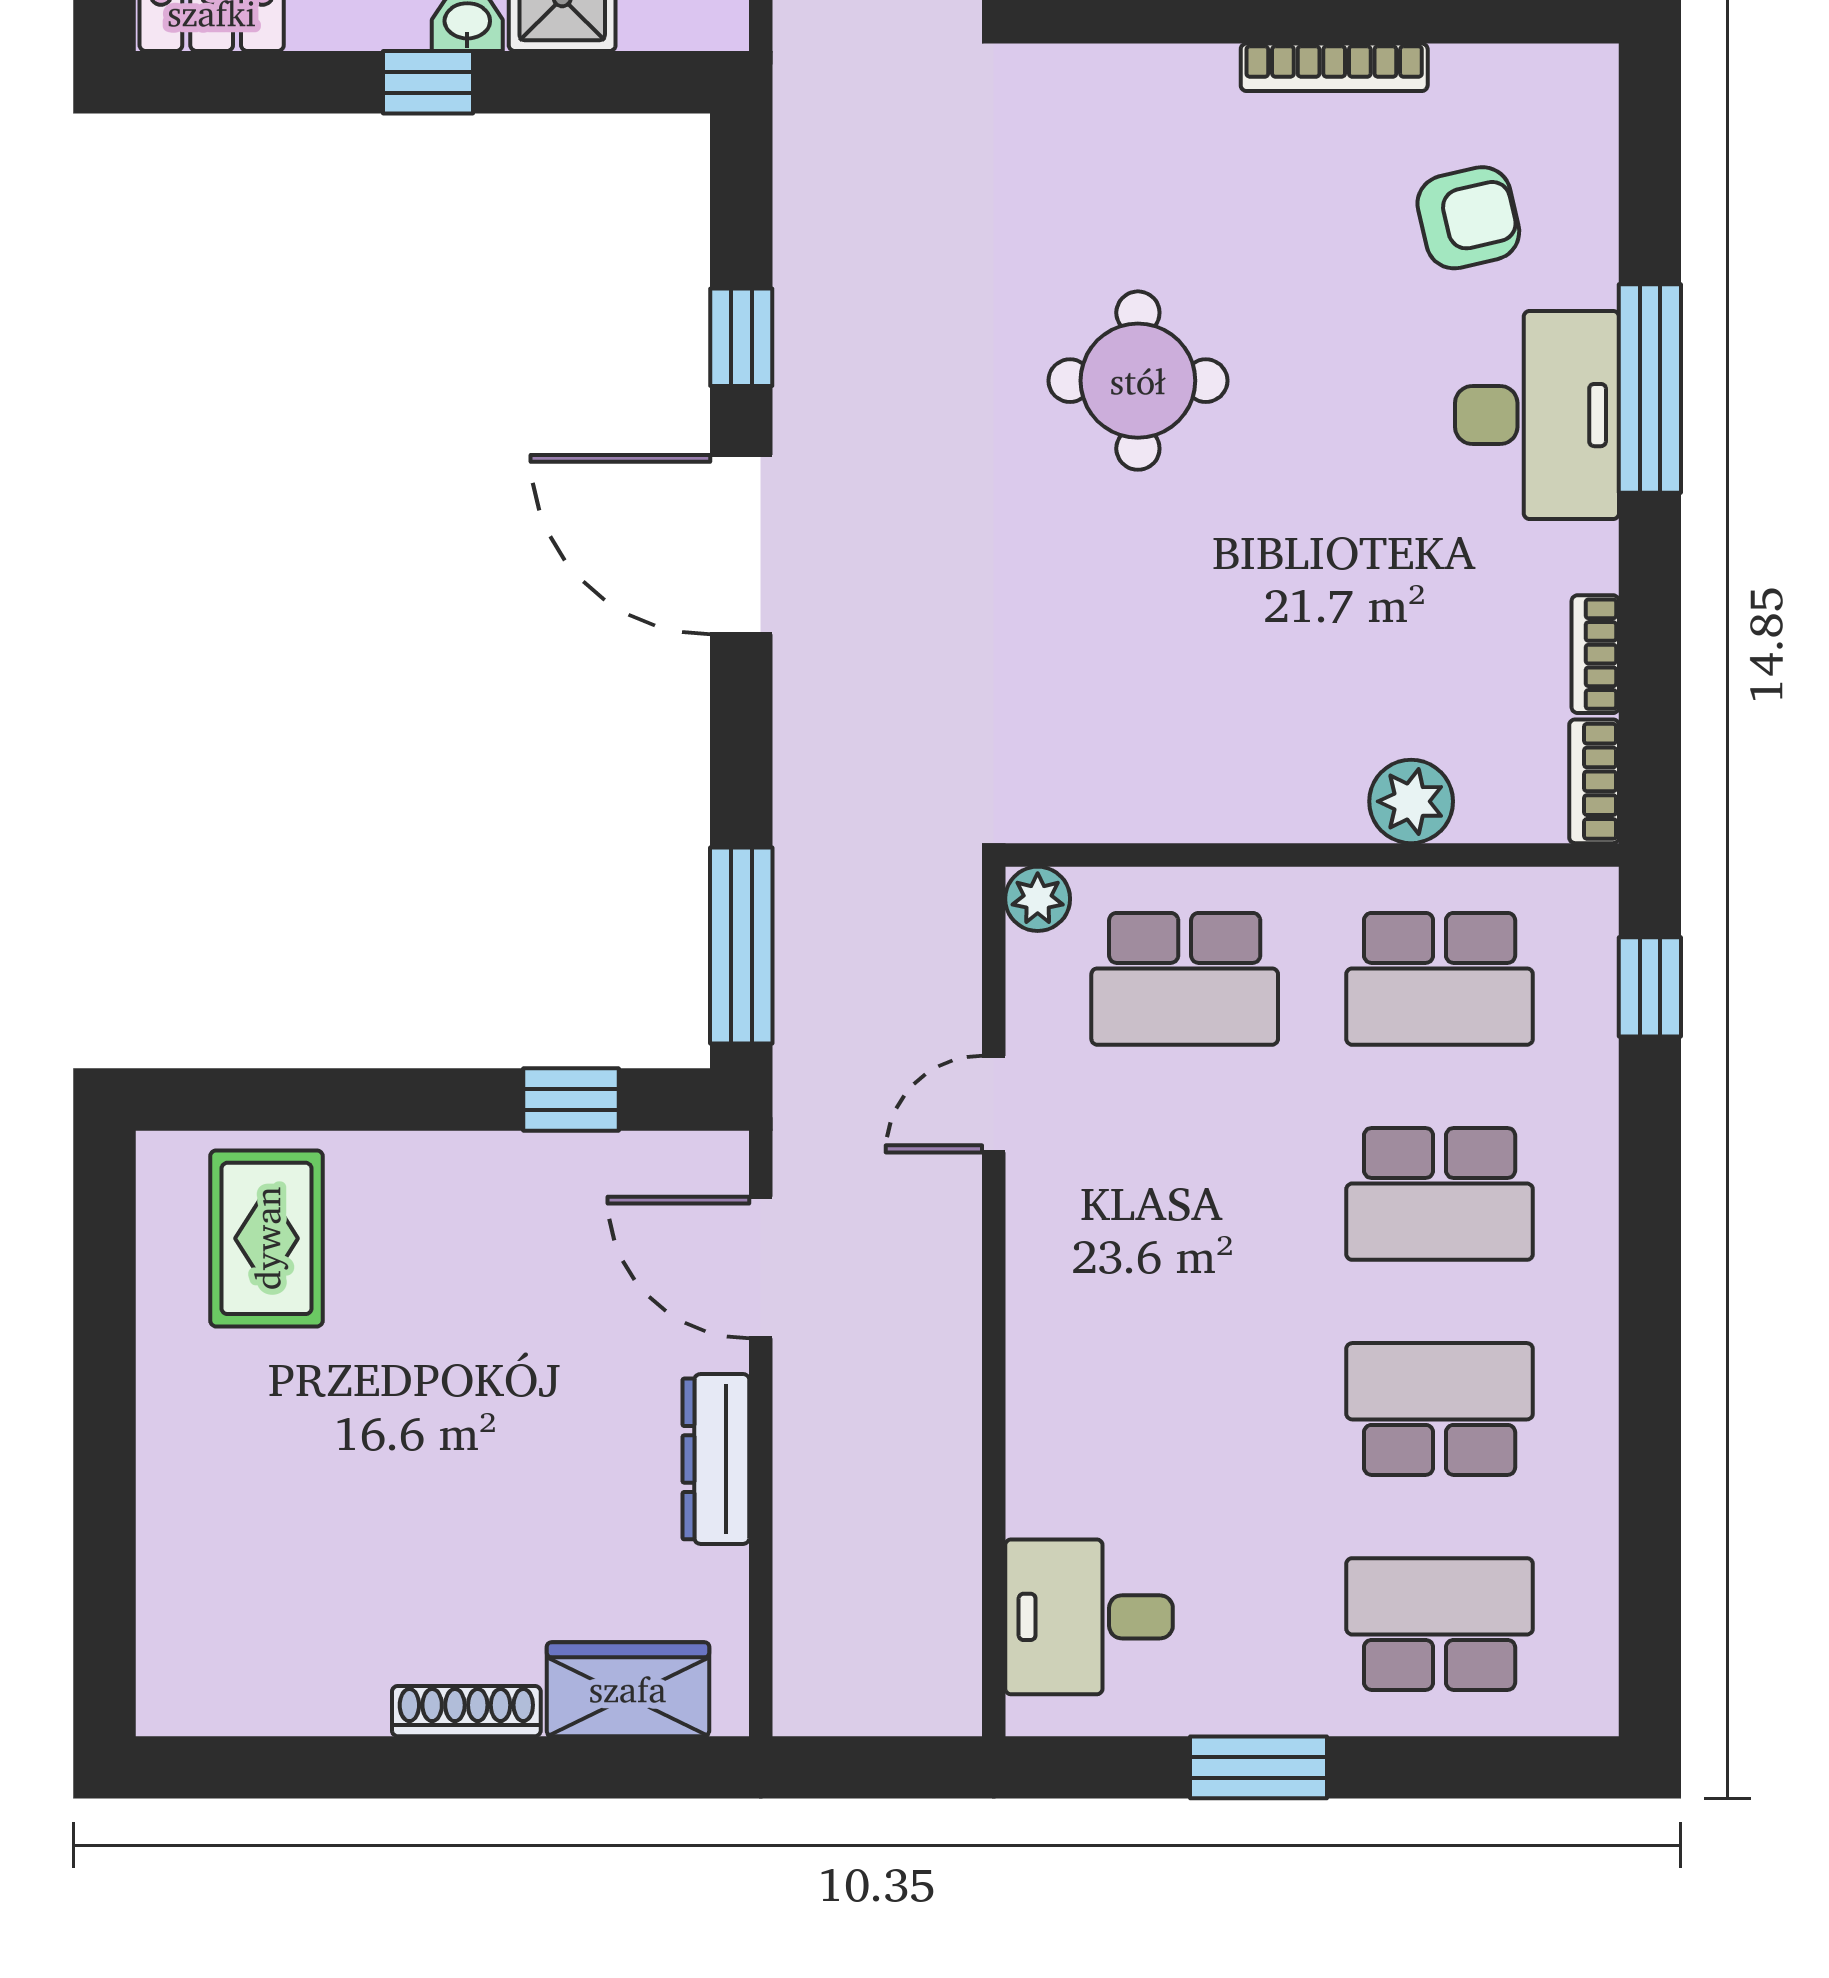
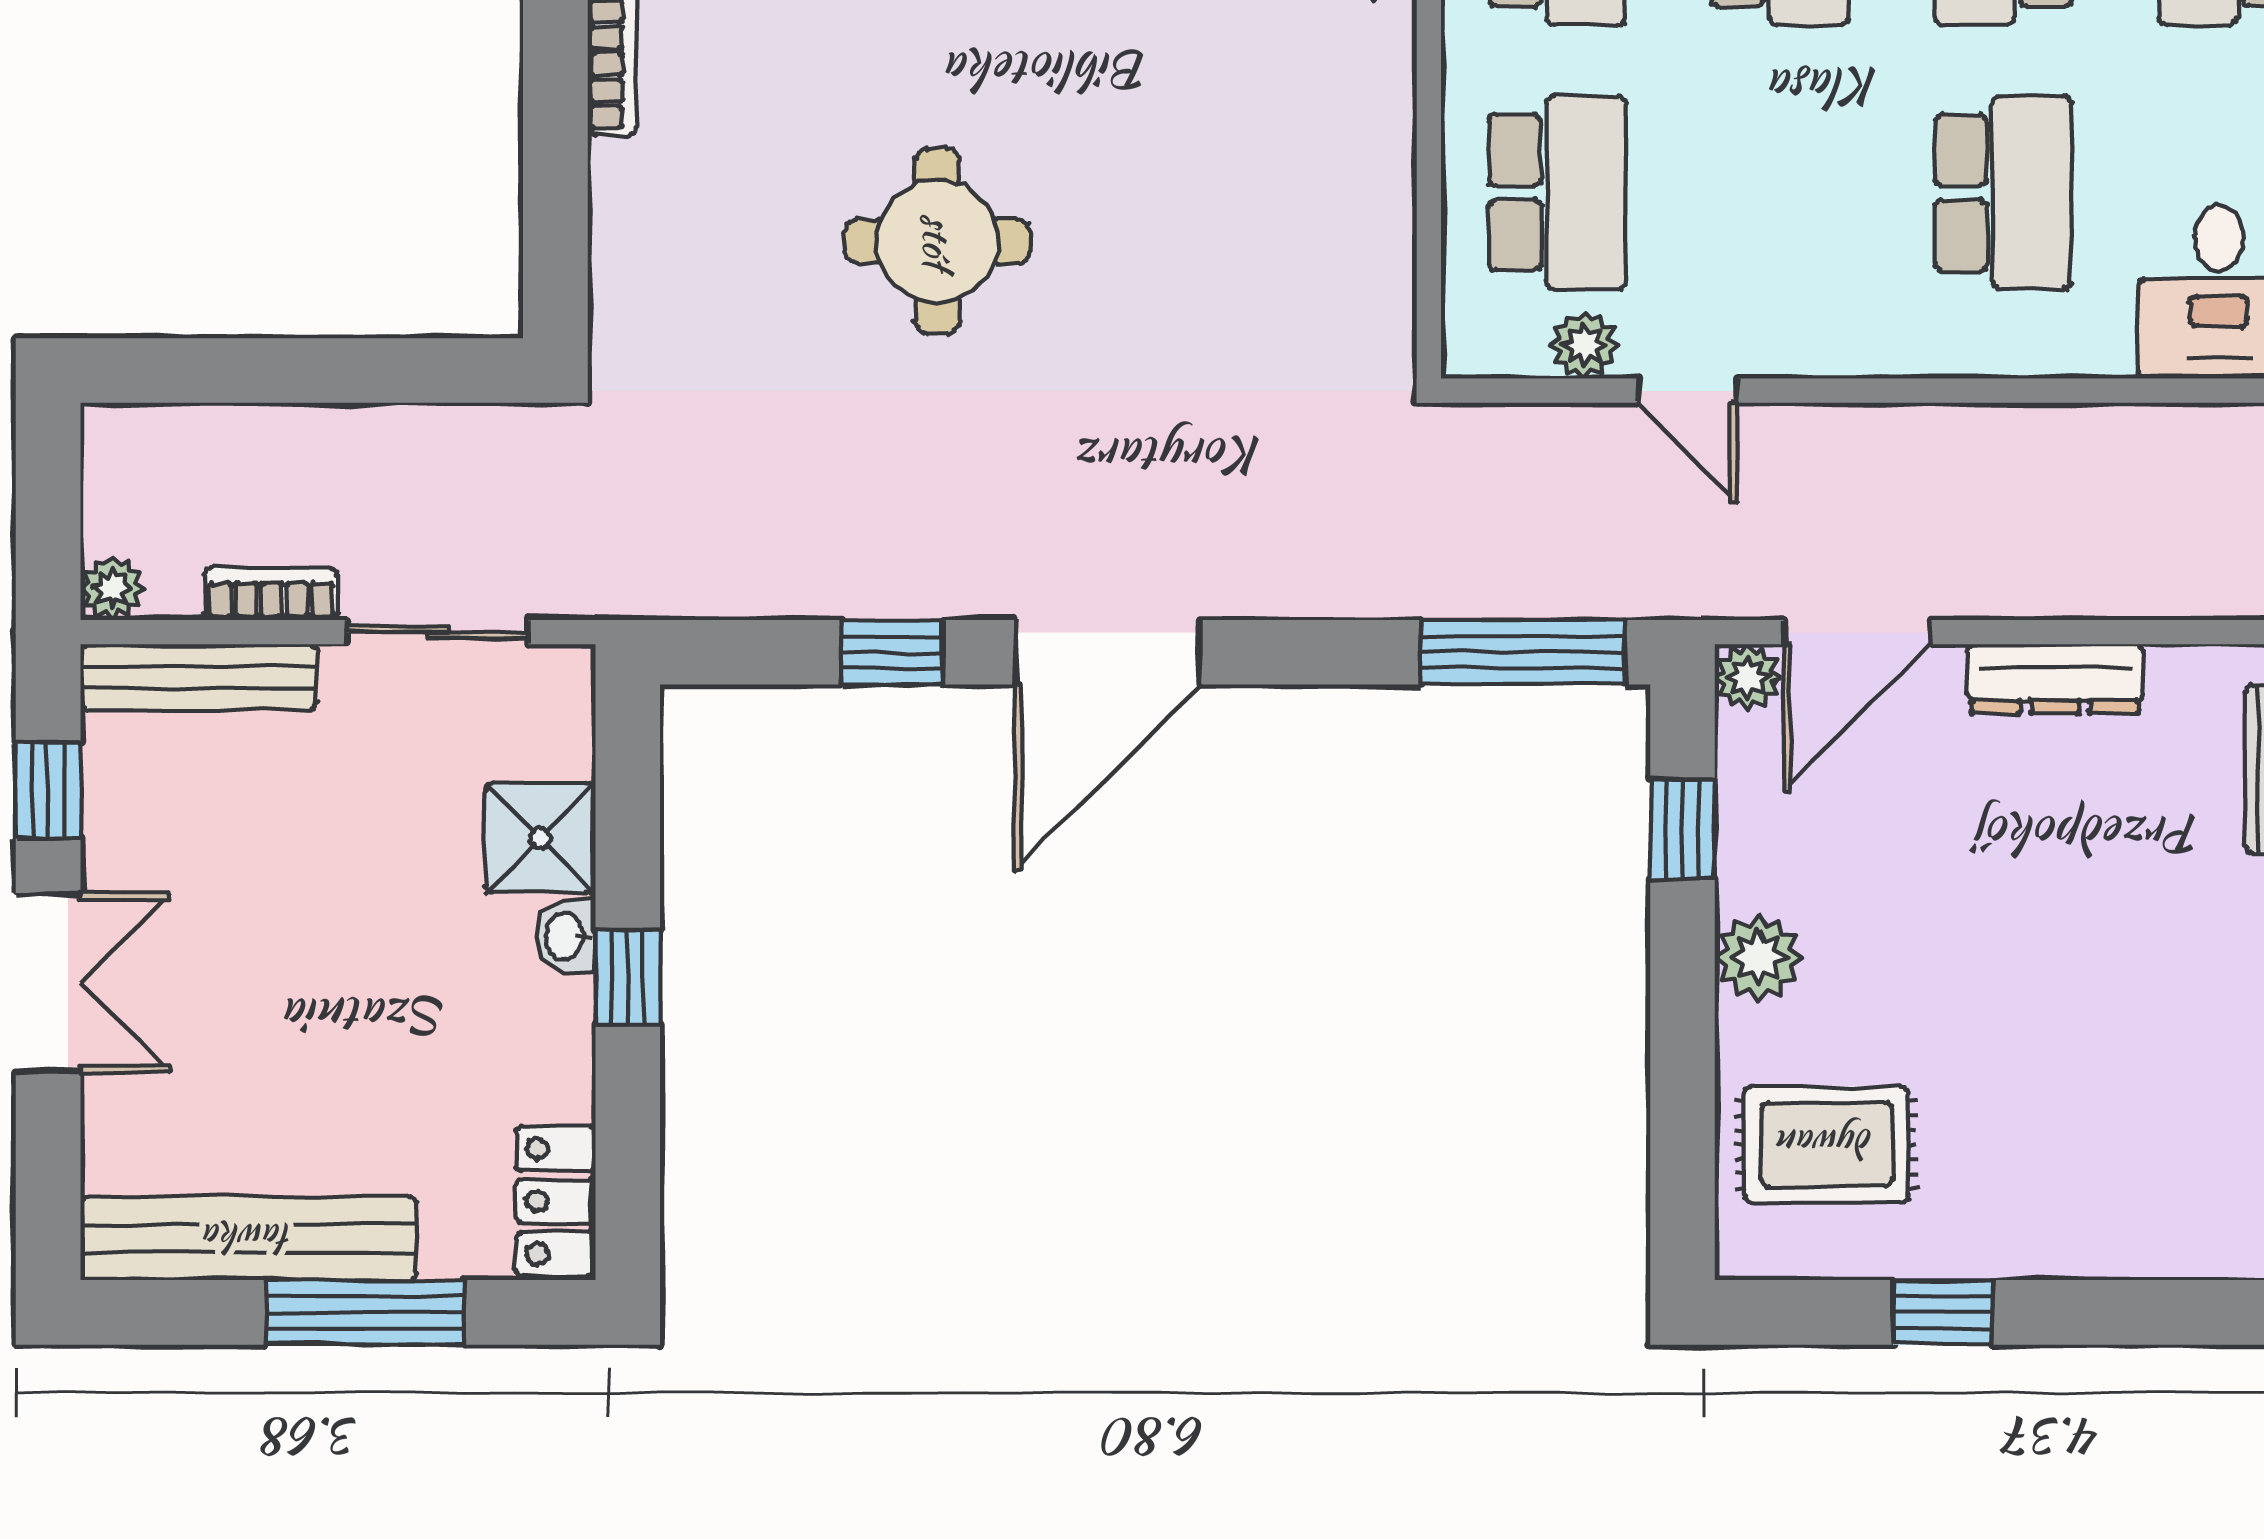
plant: (1038, 899) -> (1584, 345), moved
plant: (717, 1162) -> (1748, 677), added
plant: (447, 1172) -> (1758, 957), added
window: (104, 1351) -> (1943, 1312), added
school desk: (1185, 1409) -> (2003, 193), added

